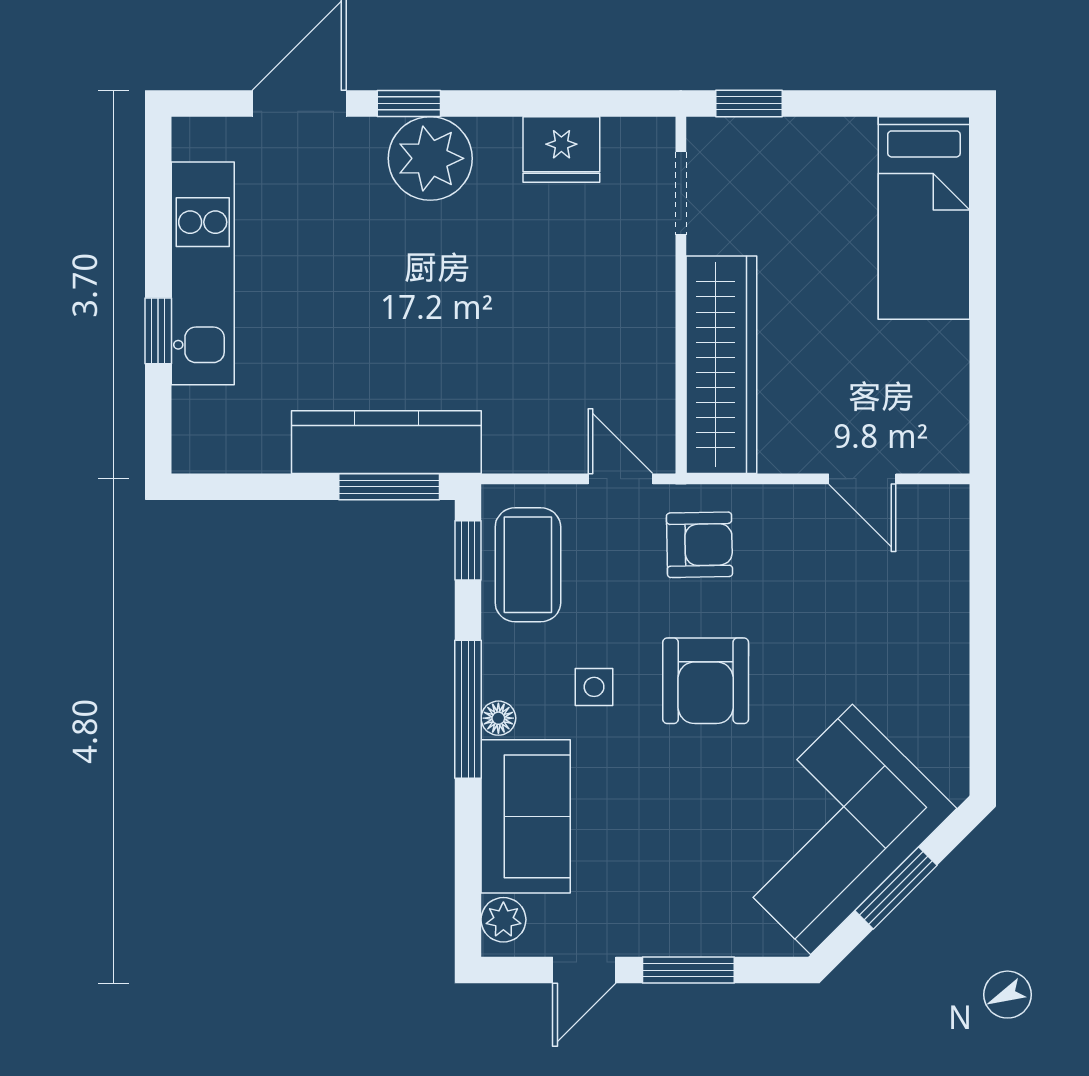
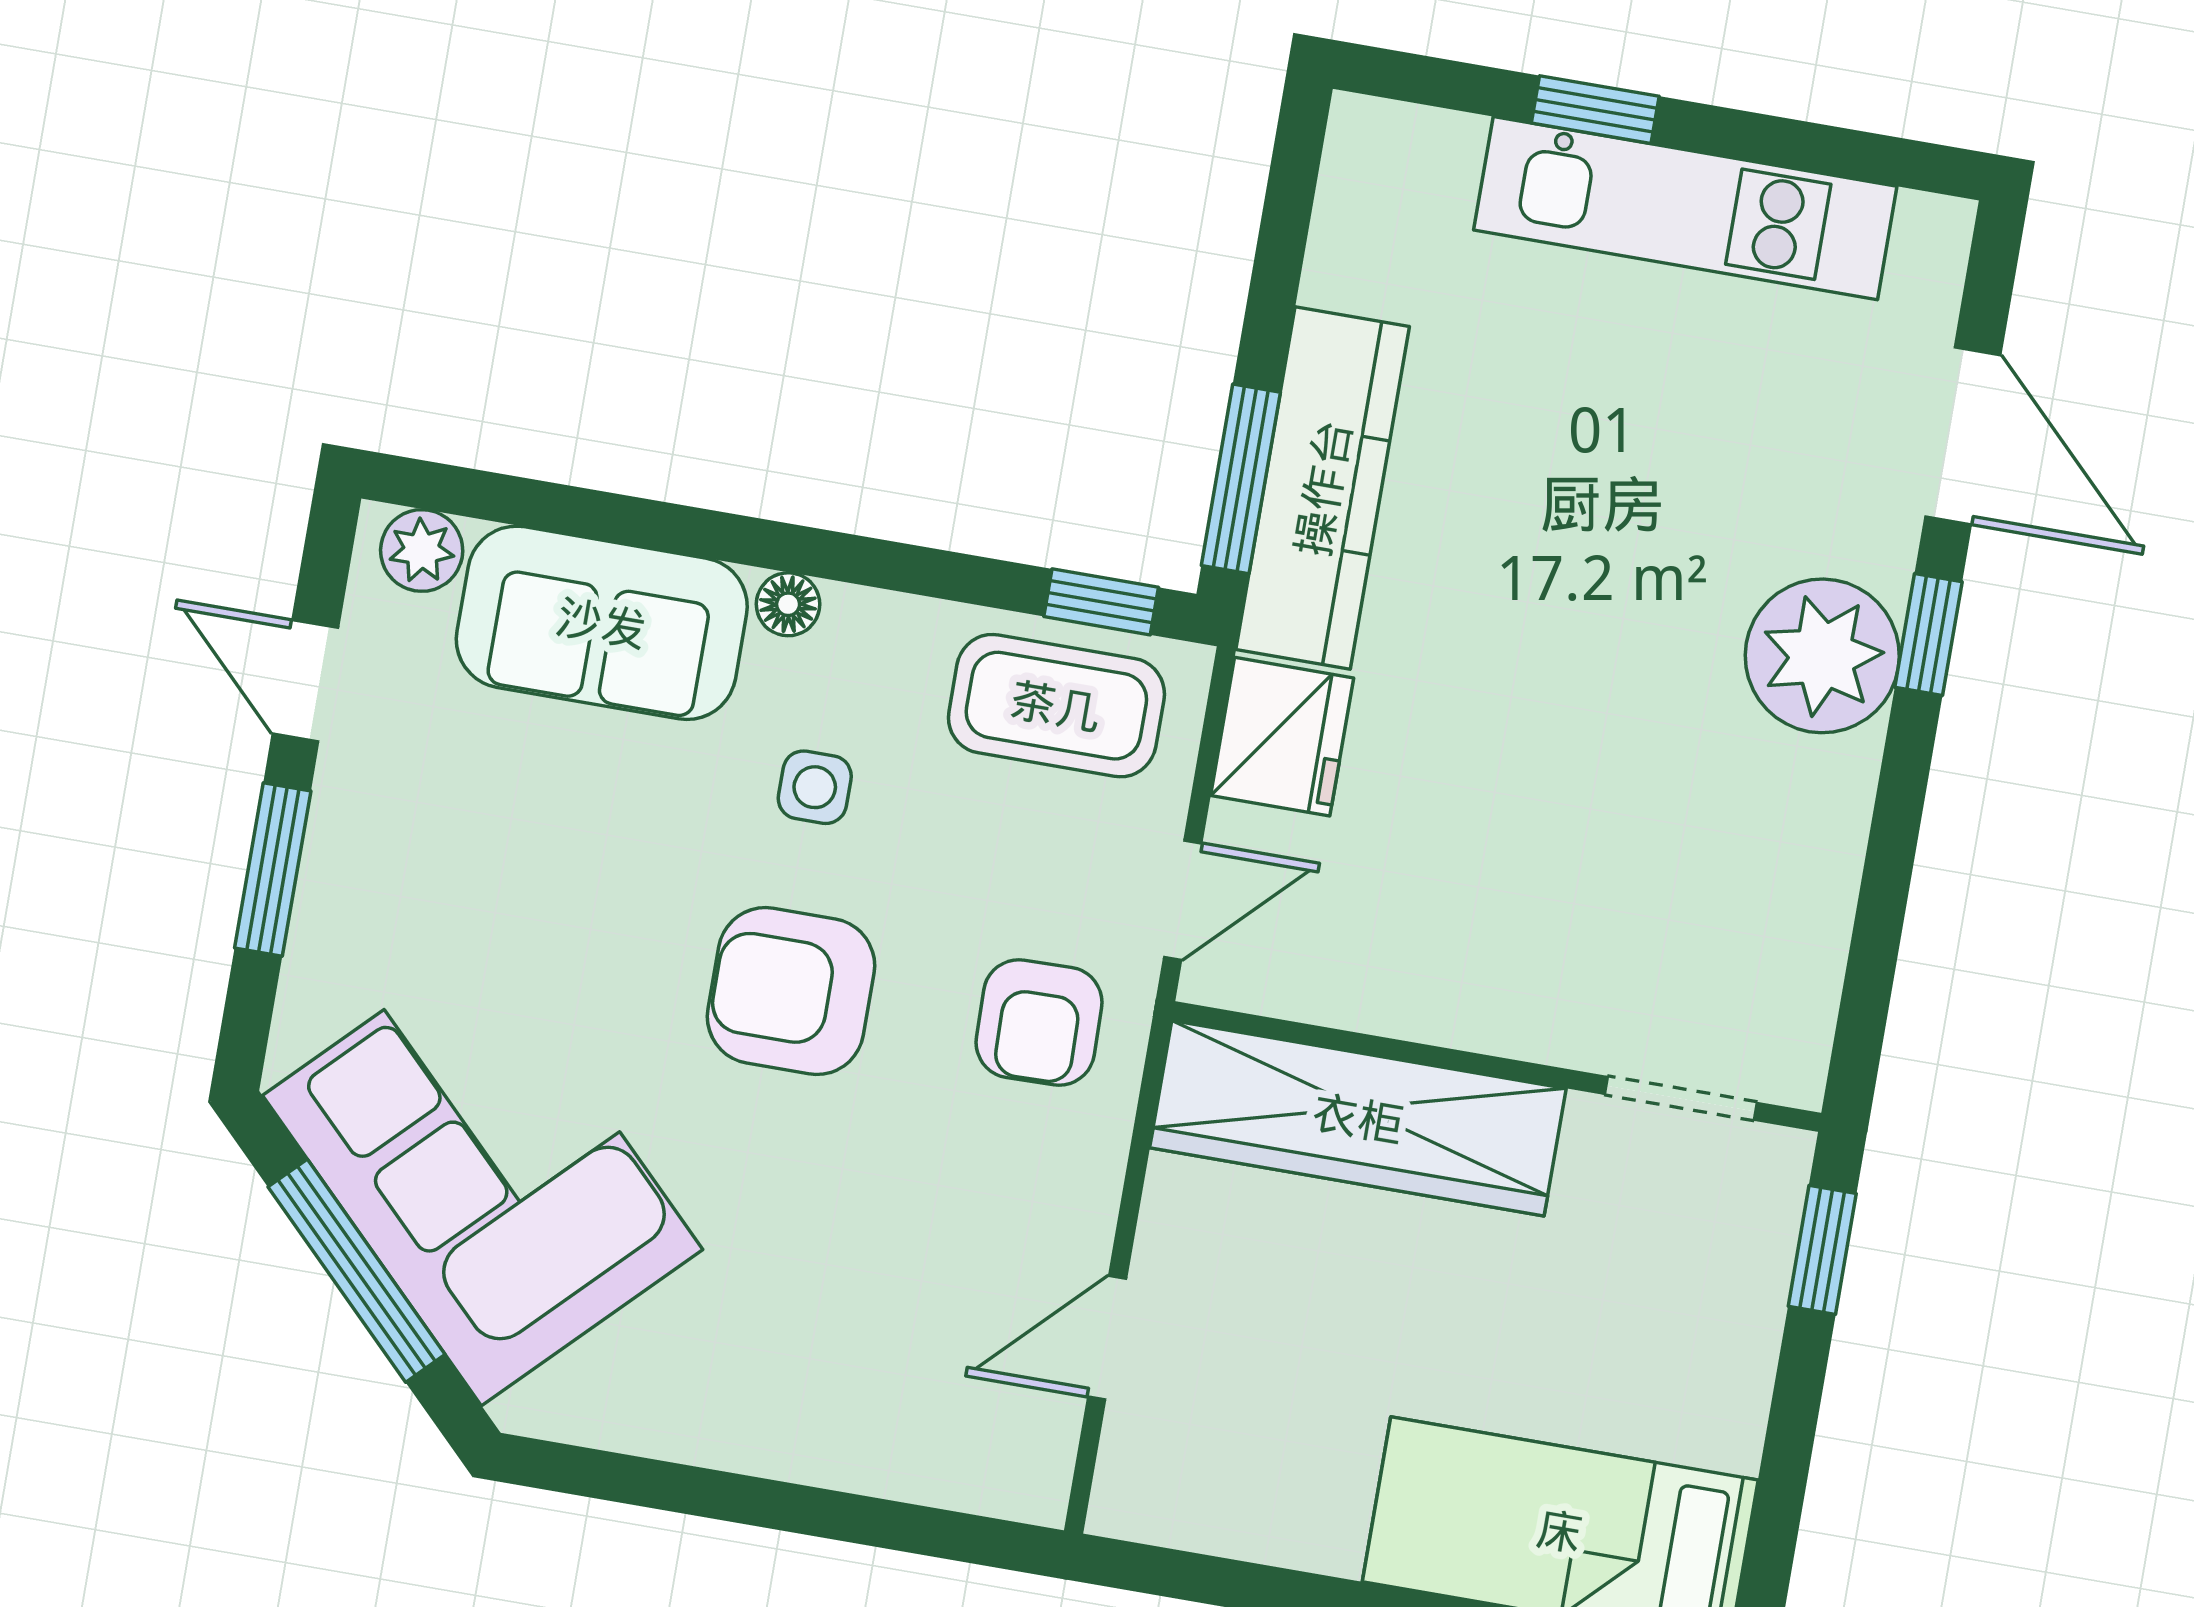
fridge: (561, 149) -> (1282, 737), moved, turned 180
window: (468, 709) -> (814, 552), removed
window: (896, 888) -> (357, 1271), width x1.44

